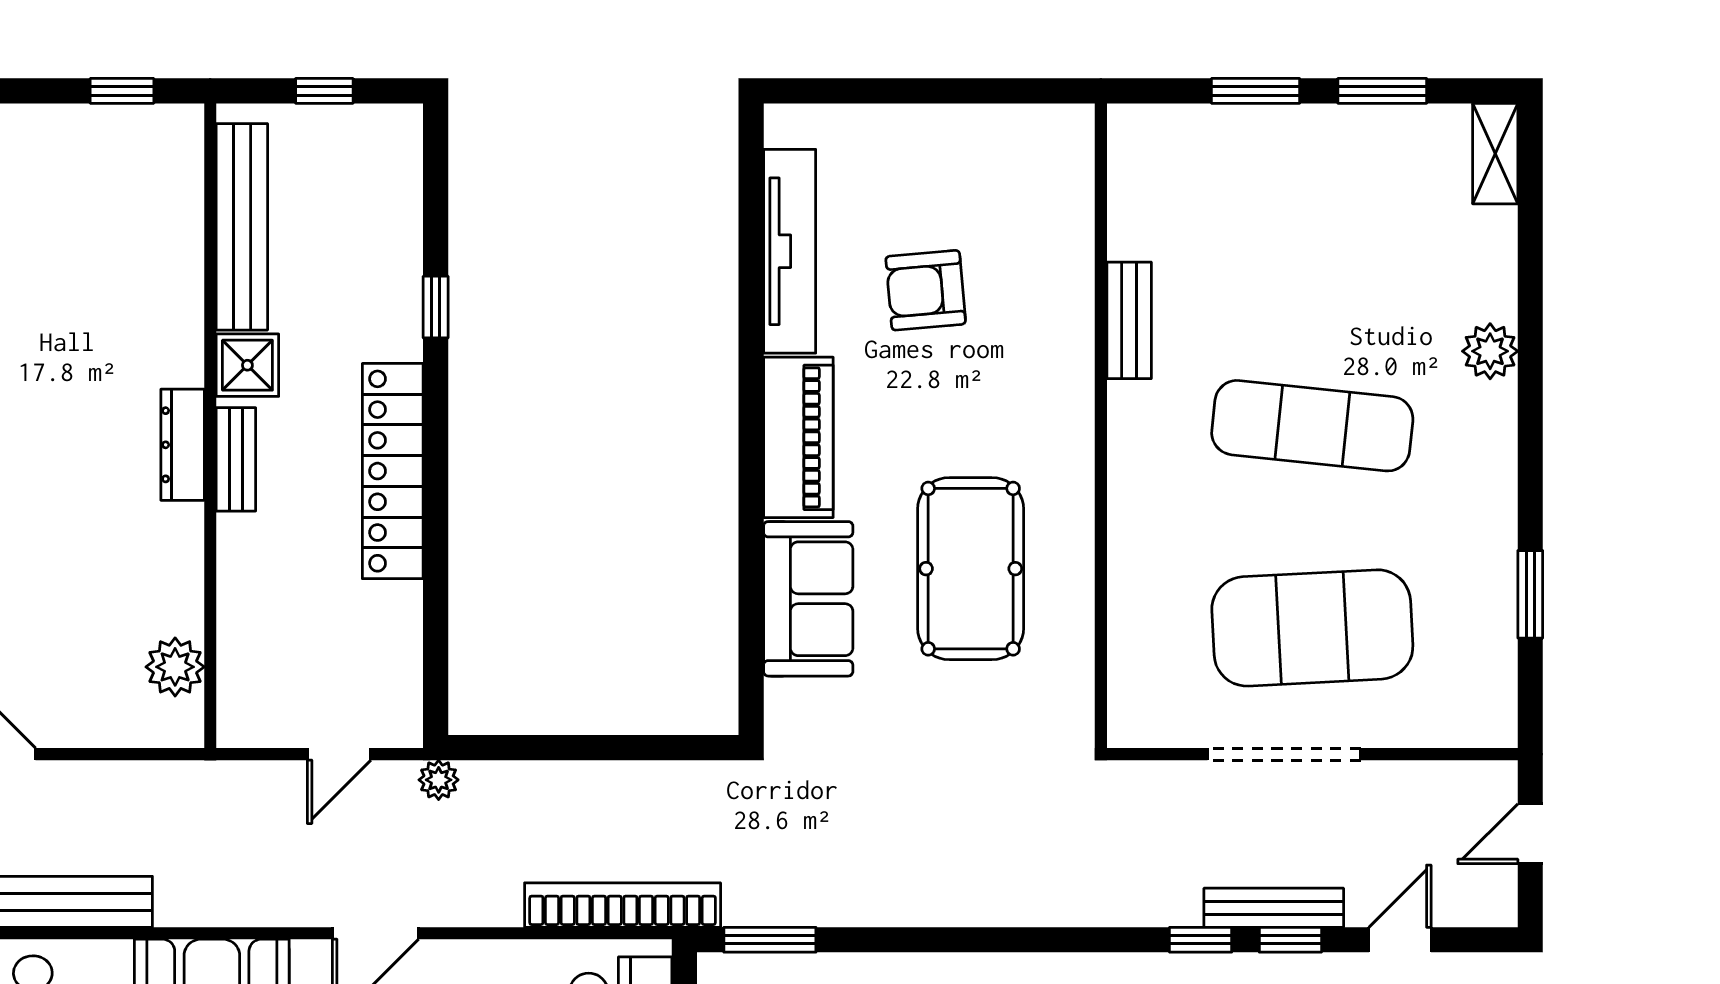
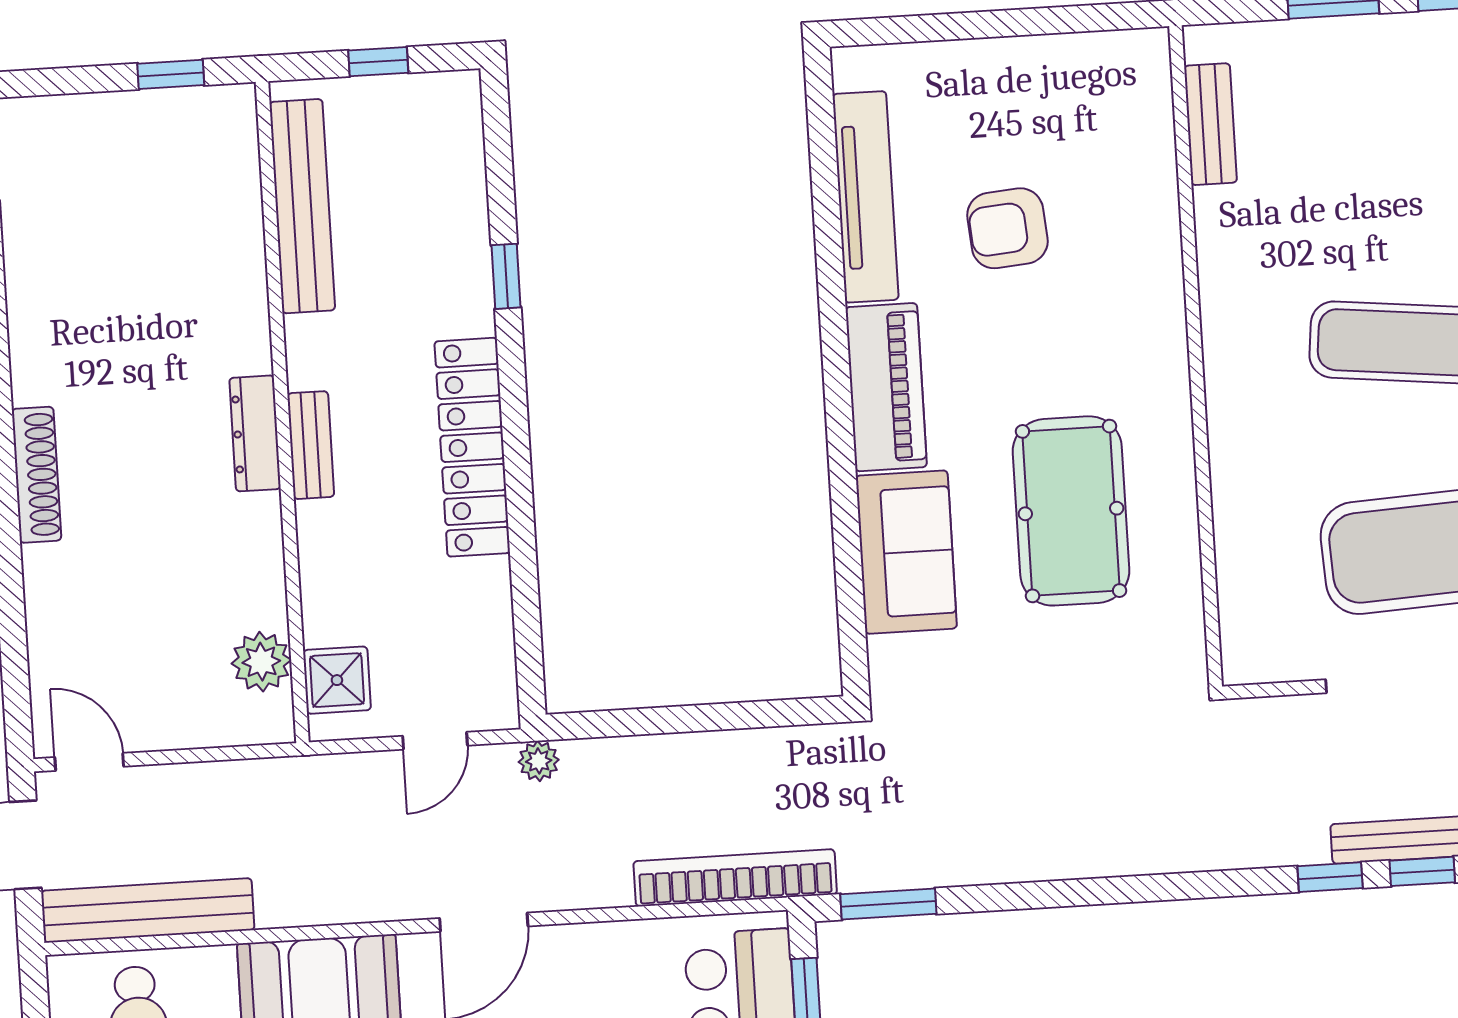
bench: (1129, 320) -> (1210, 124), moved
shower: (247, 365) -> (337, 680), moved

